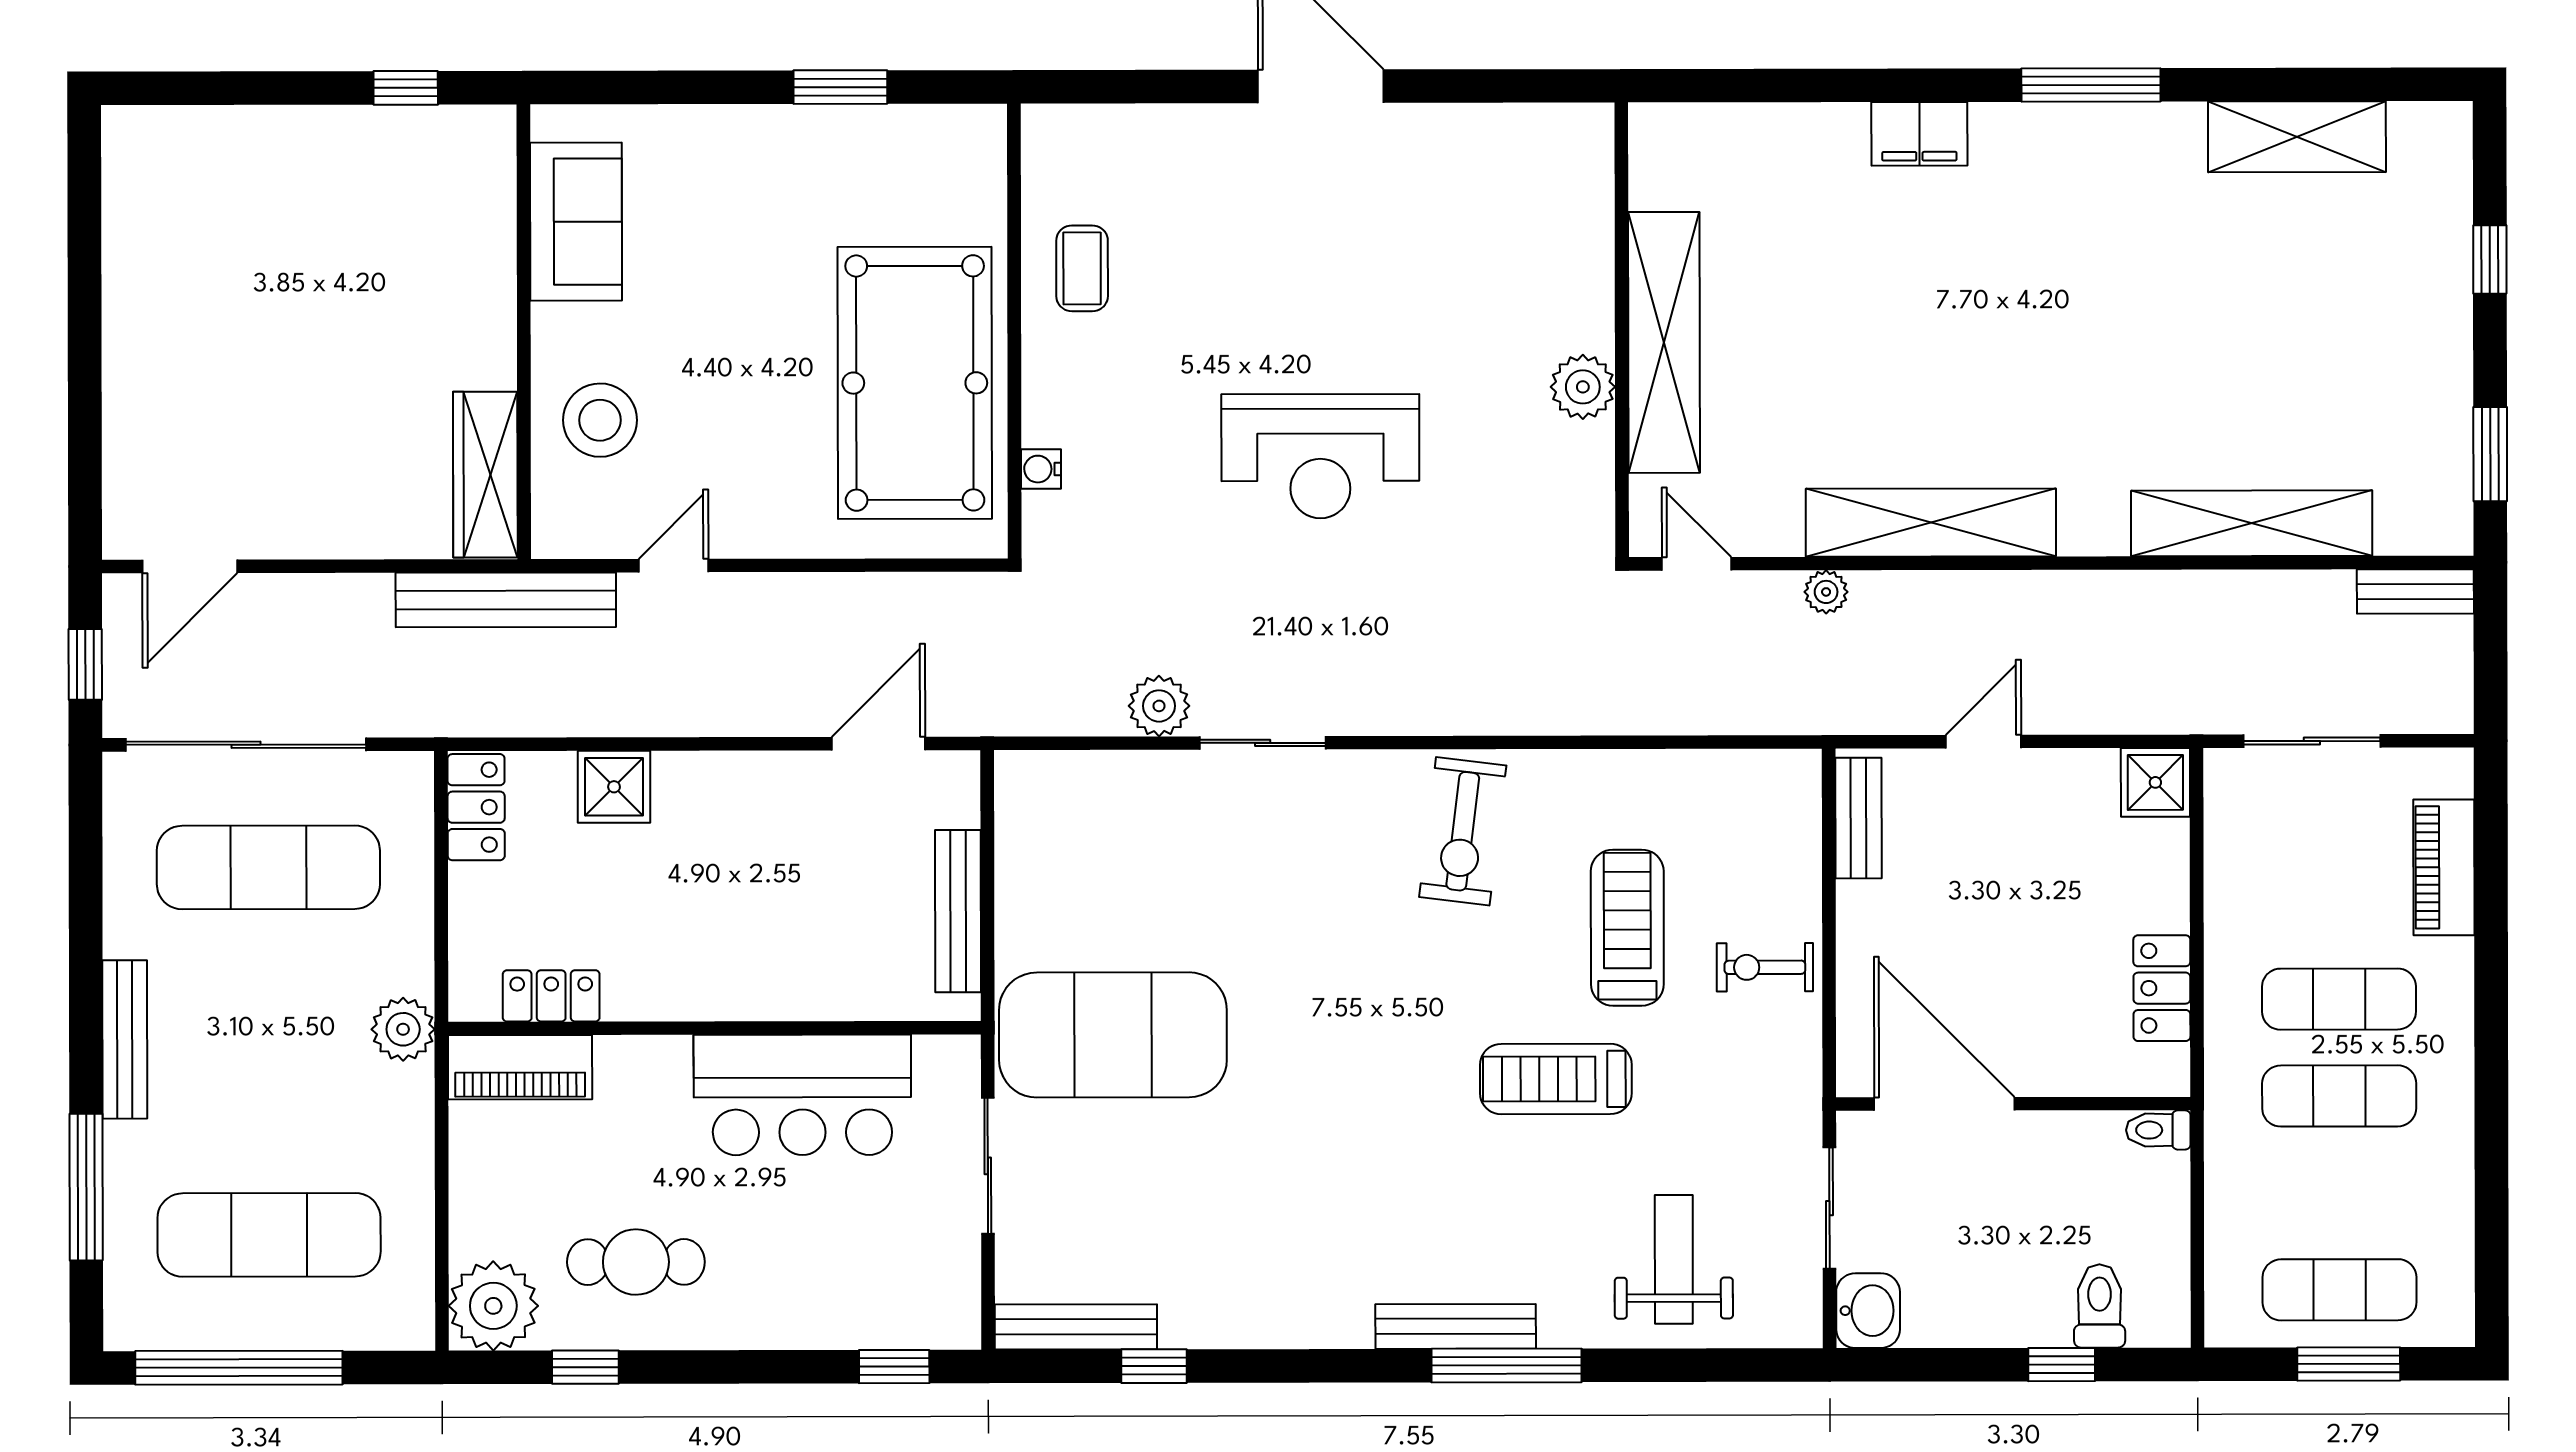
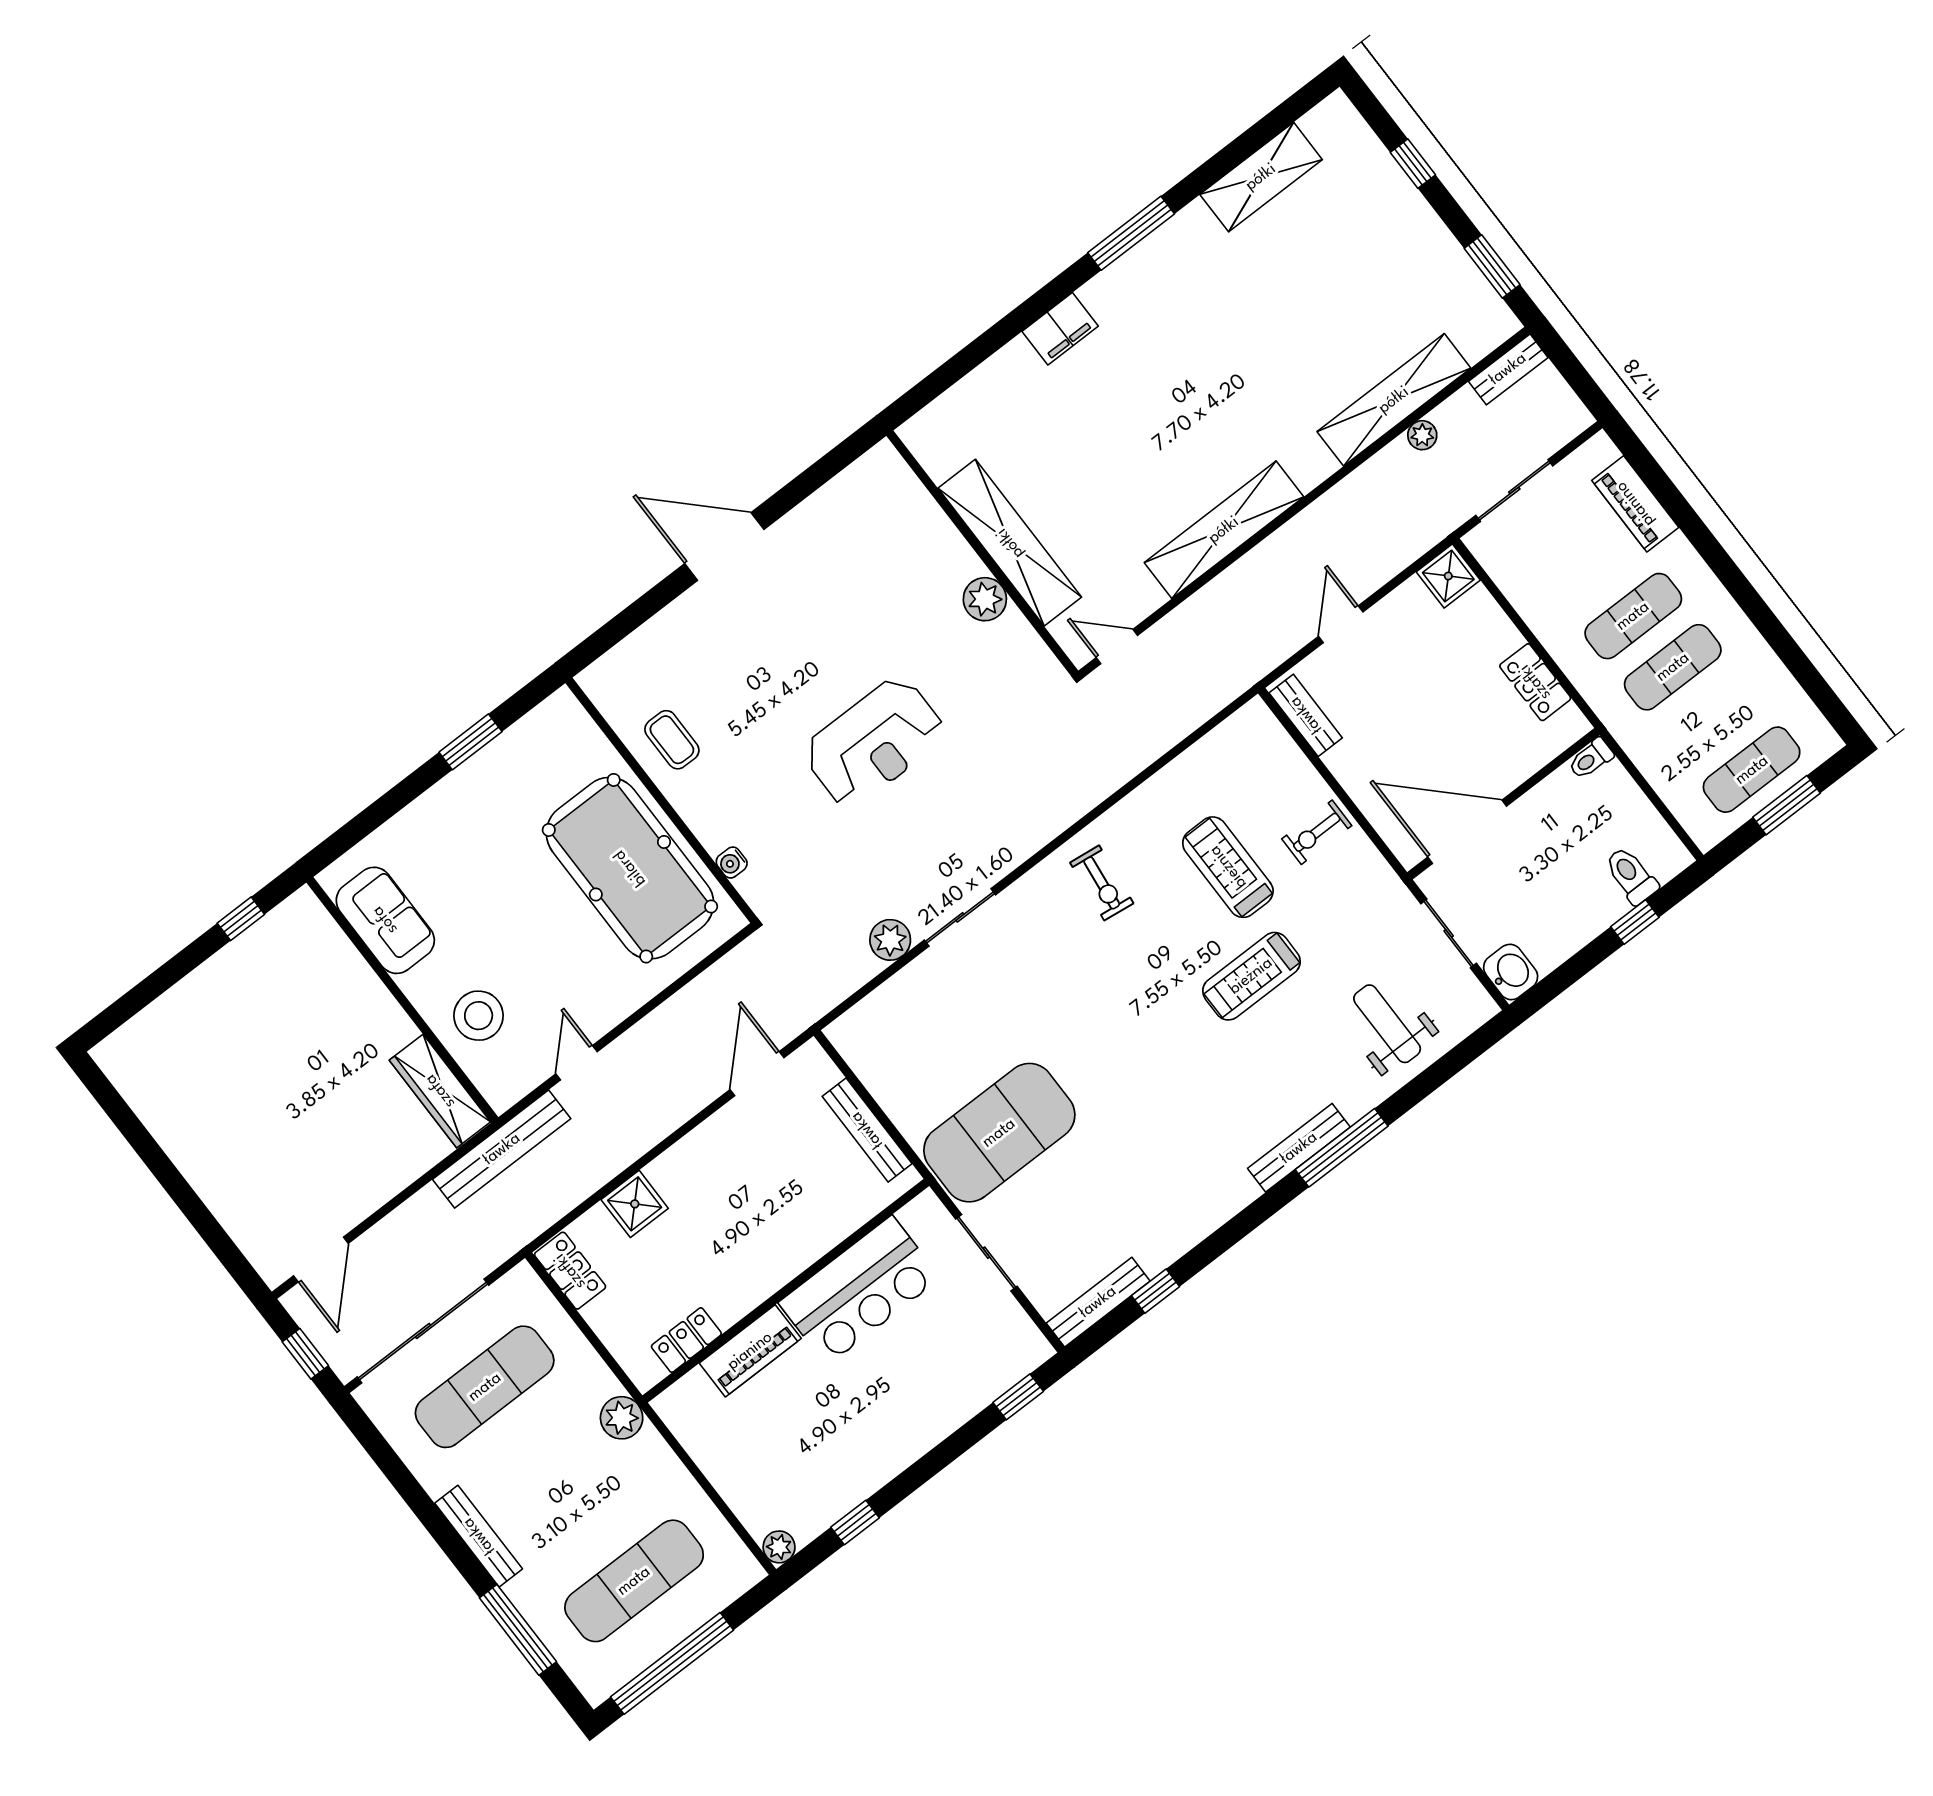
plant: (1826, 592) -> (1422, 435), moved
exercise bike: (1463, 831) -> (1102, 883), width x0.73, depth x0.72
piano: (520, 1067) -> (750, 1351), moved
cafe table: (636, 1262) -> (839, 1446), removed
plant: (493, 1306) -> (779, 1547), width x0.53, depth x0.53

